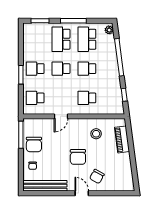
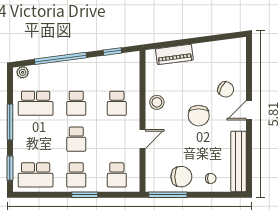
school desk: (61, 39) -> (36, 175), moved
door: (61, 116) -> (142, 139), hinge flipped
stool: (96, 134) -> (157, 102), moved
chair: (78, 157) -> (199, 116), turned 90

